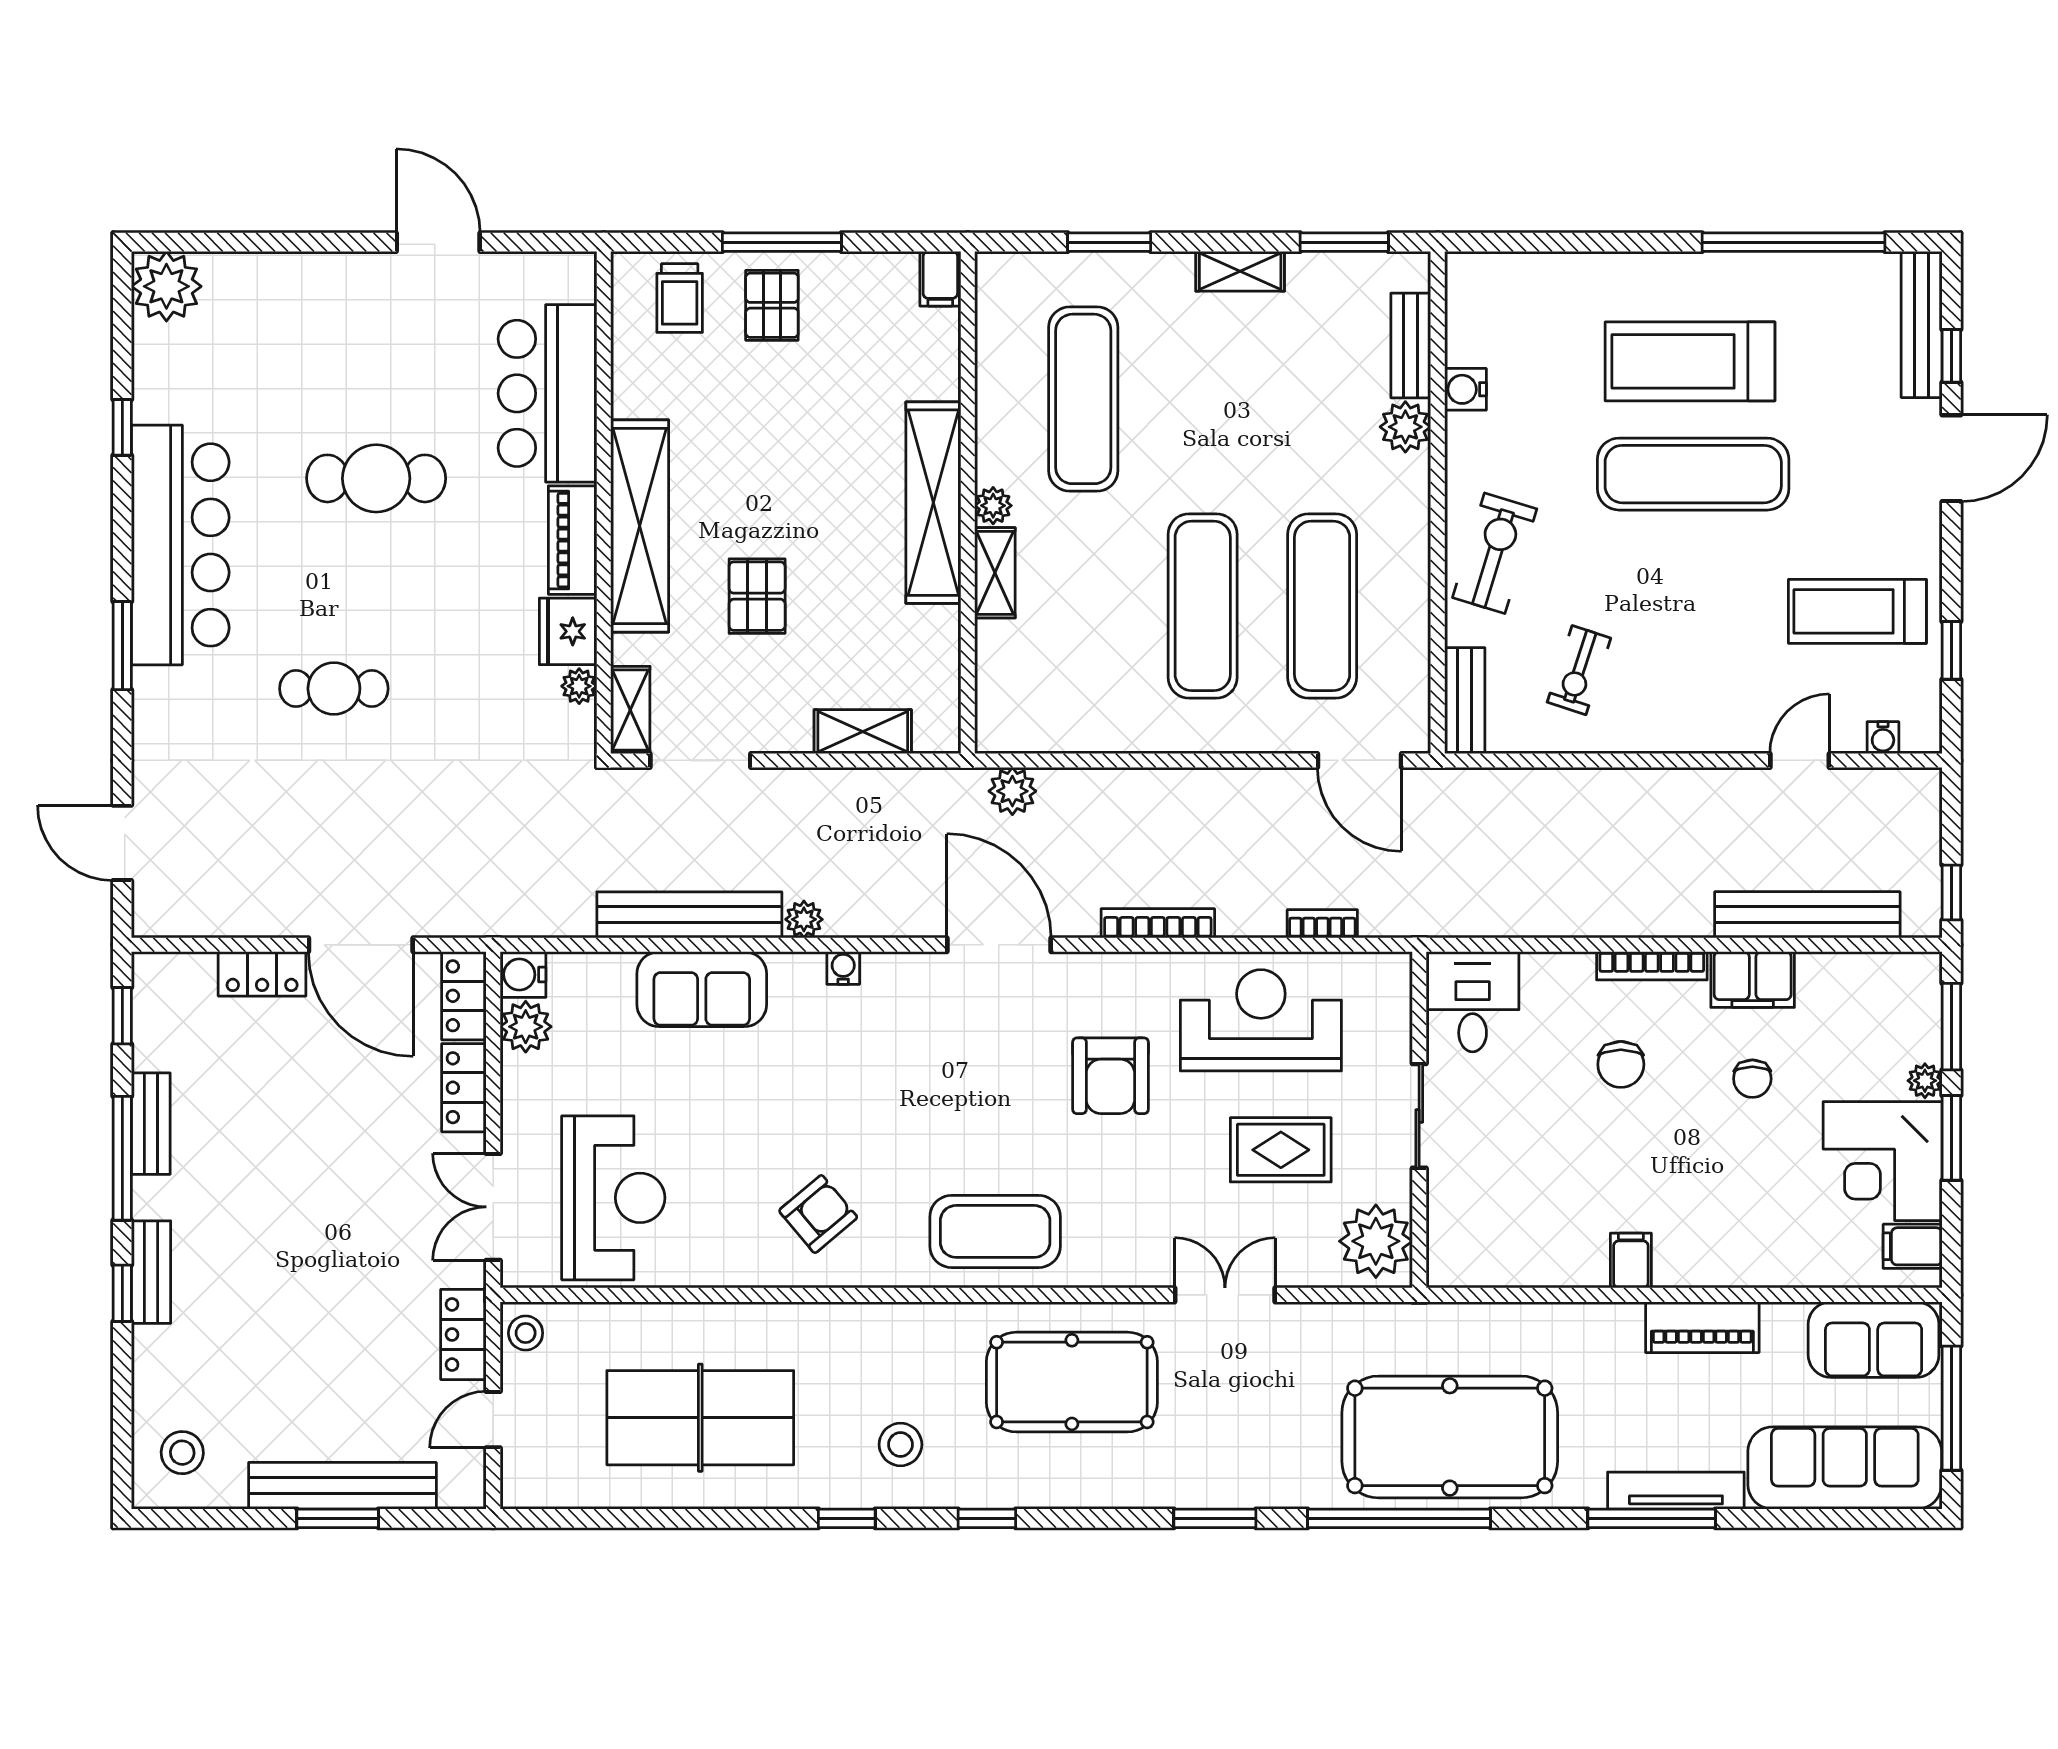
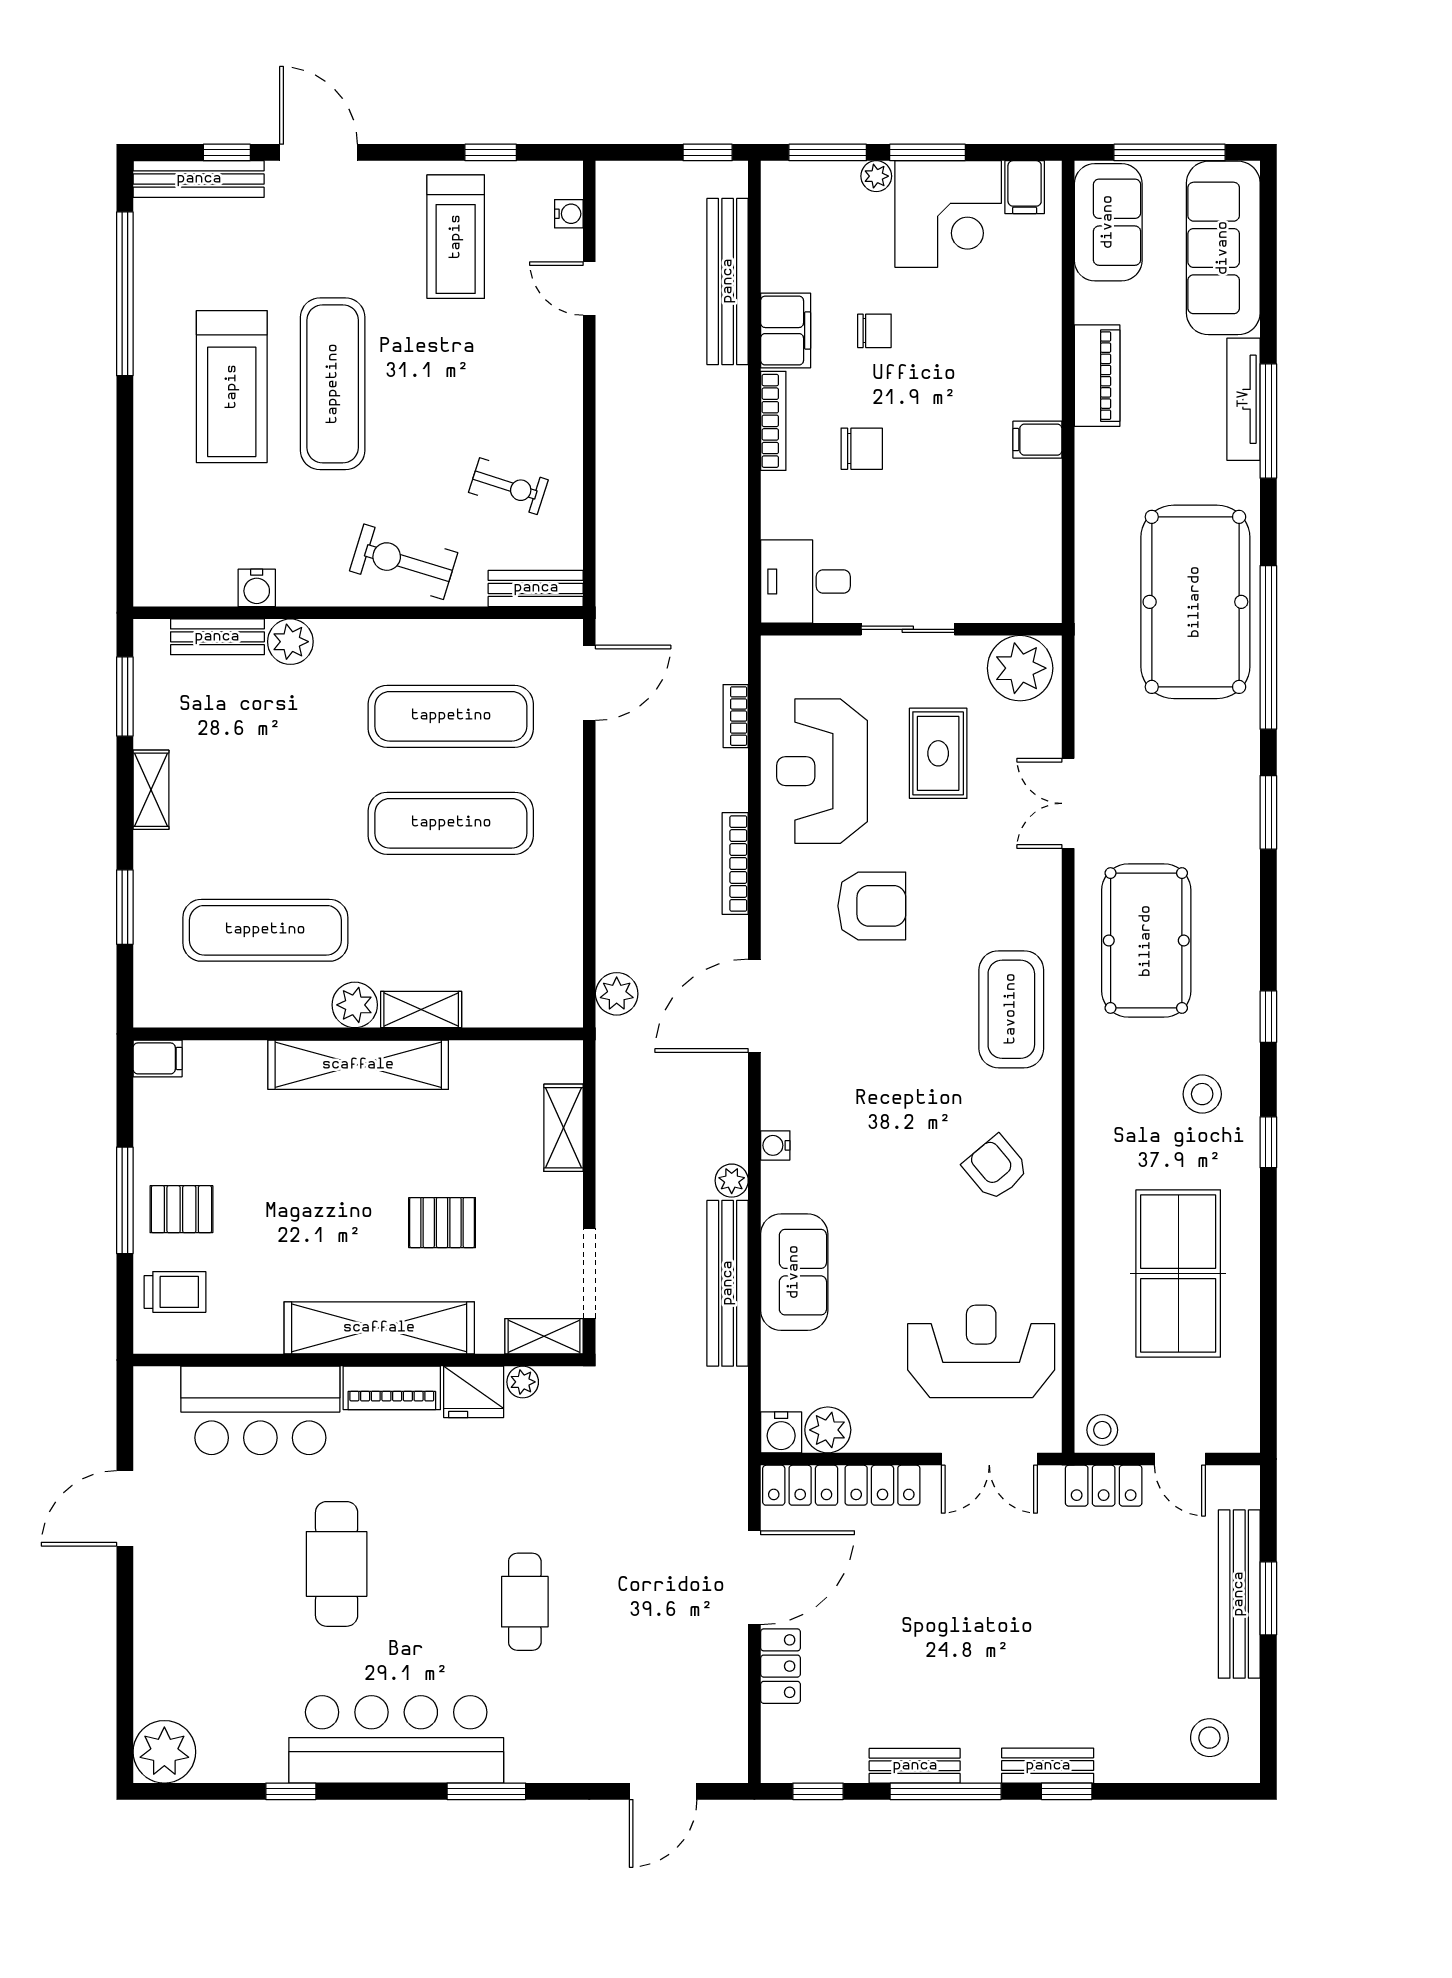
plant: (993, 506) -> (355, 1005), width x1.38, depth x1.38

